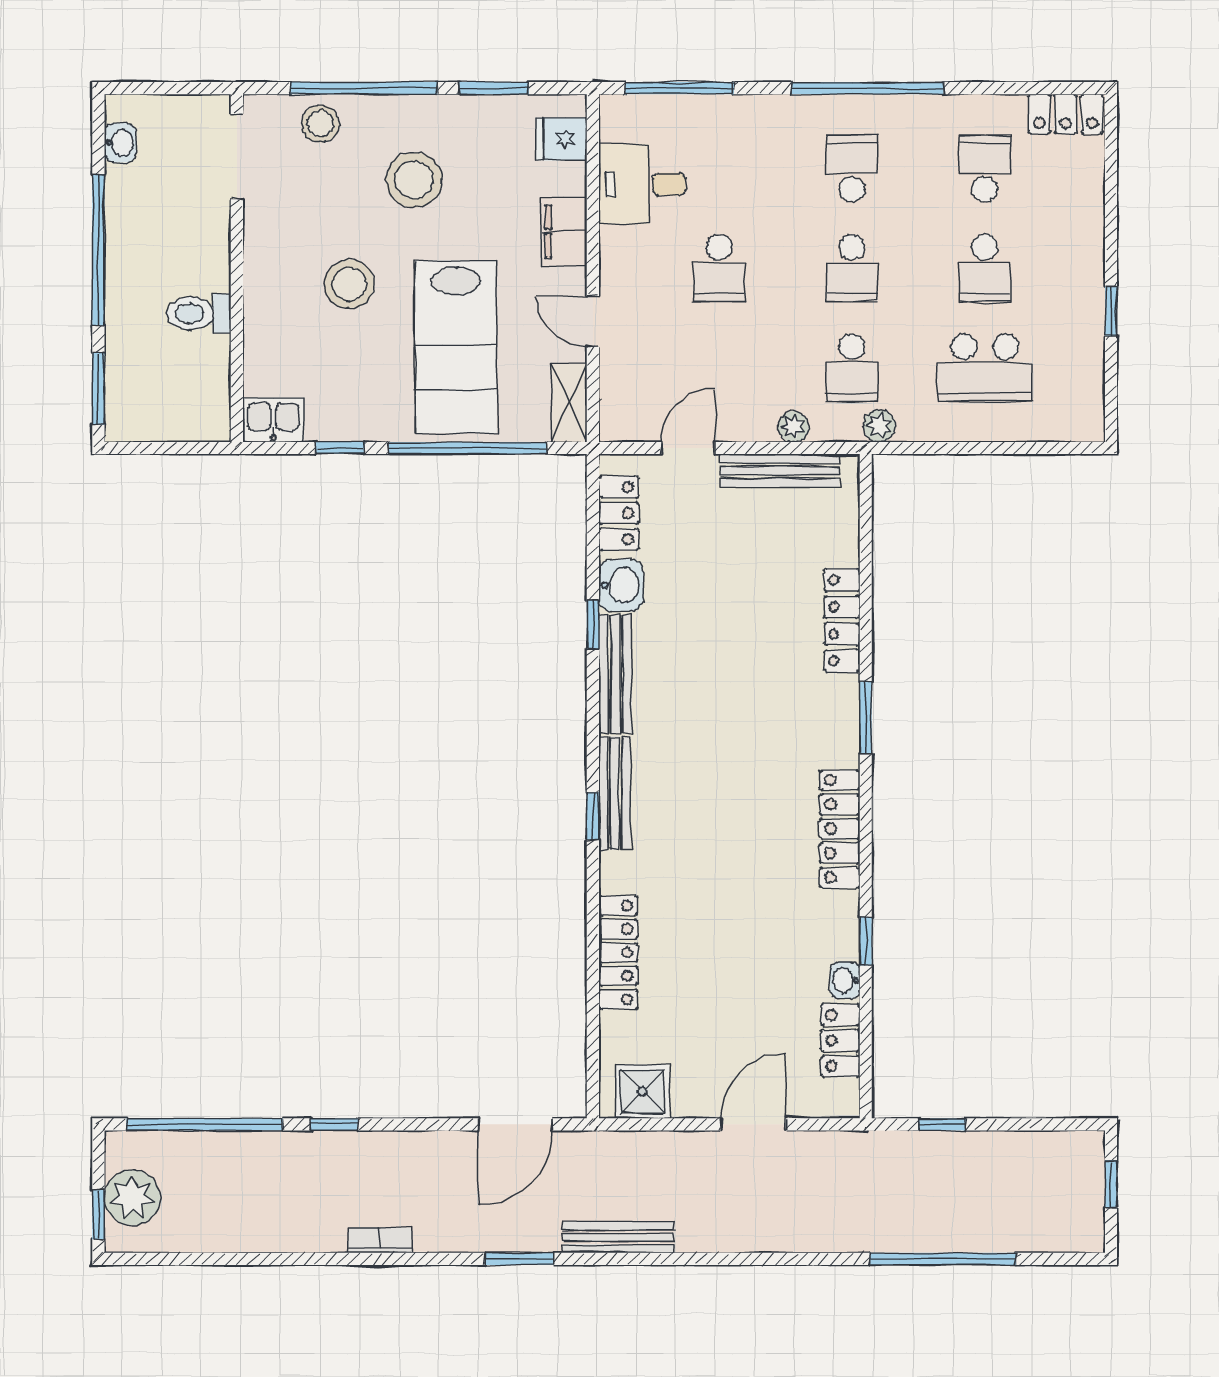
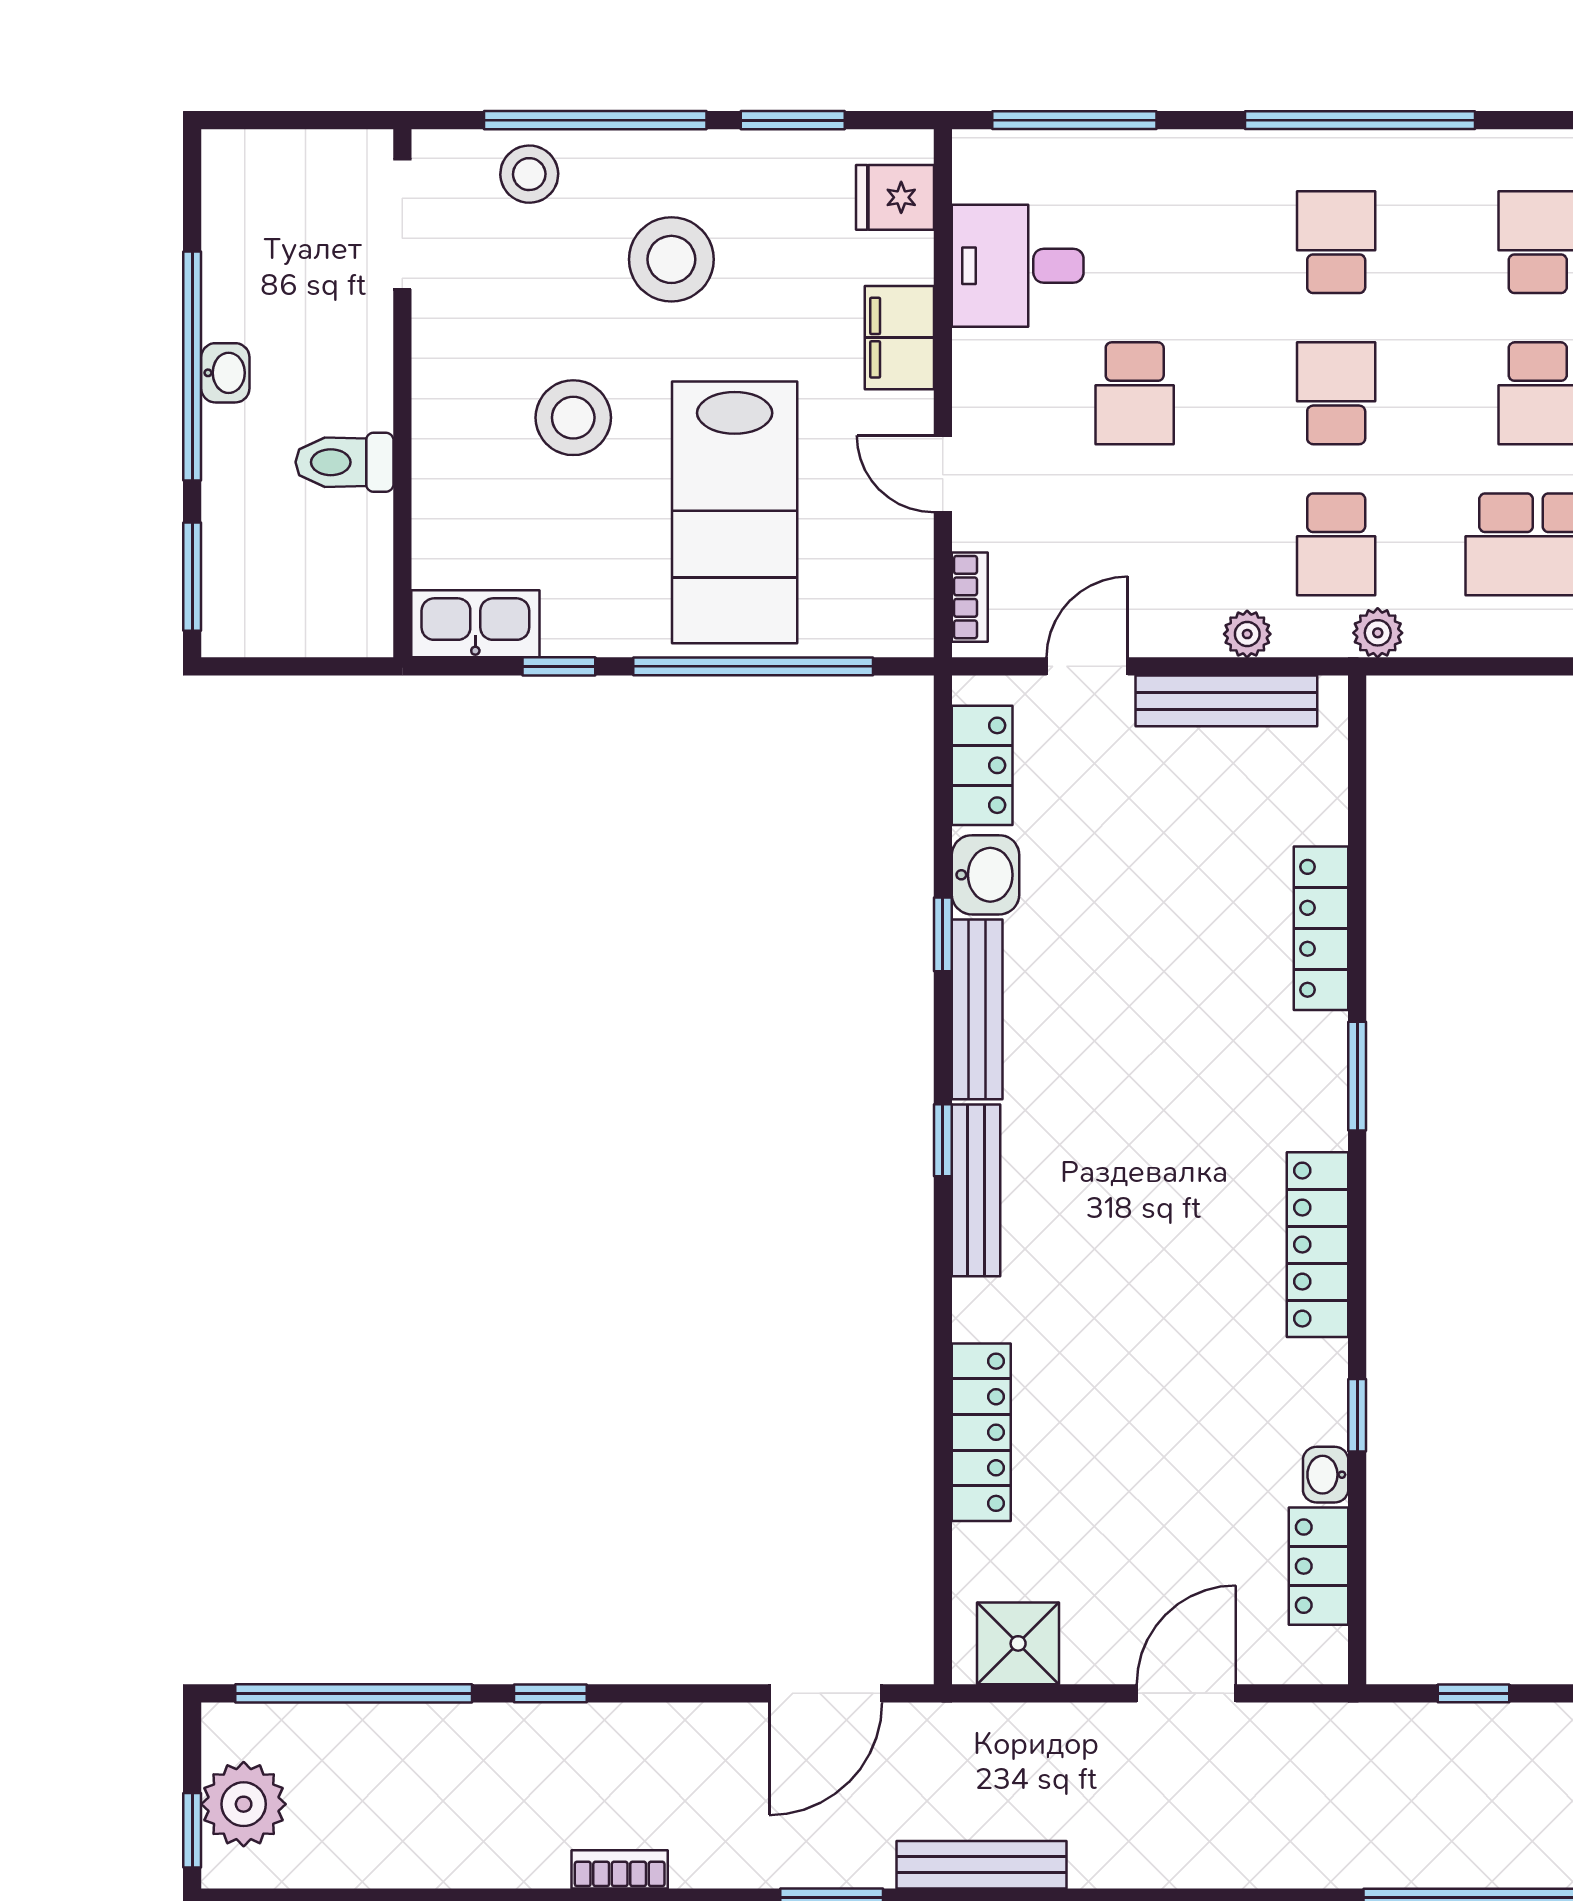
washbasin: (120, 143) -> (225, 373), moved
school desk: (852, 268) -> (1336, 393), turned 180
bookcase: (611, 402) -> (970, 597), added
shelving: (569, 403) -> (907, 598), removed
kitchen sink: (273, 420) -> (475, 624), width x1.38
window: (593, 816) -> (943, 1140), moved

